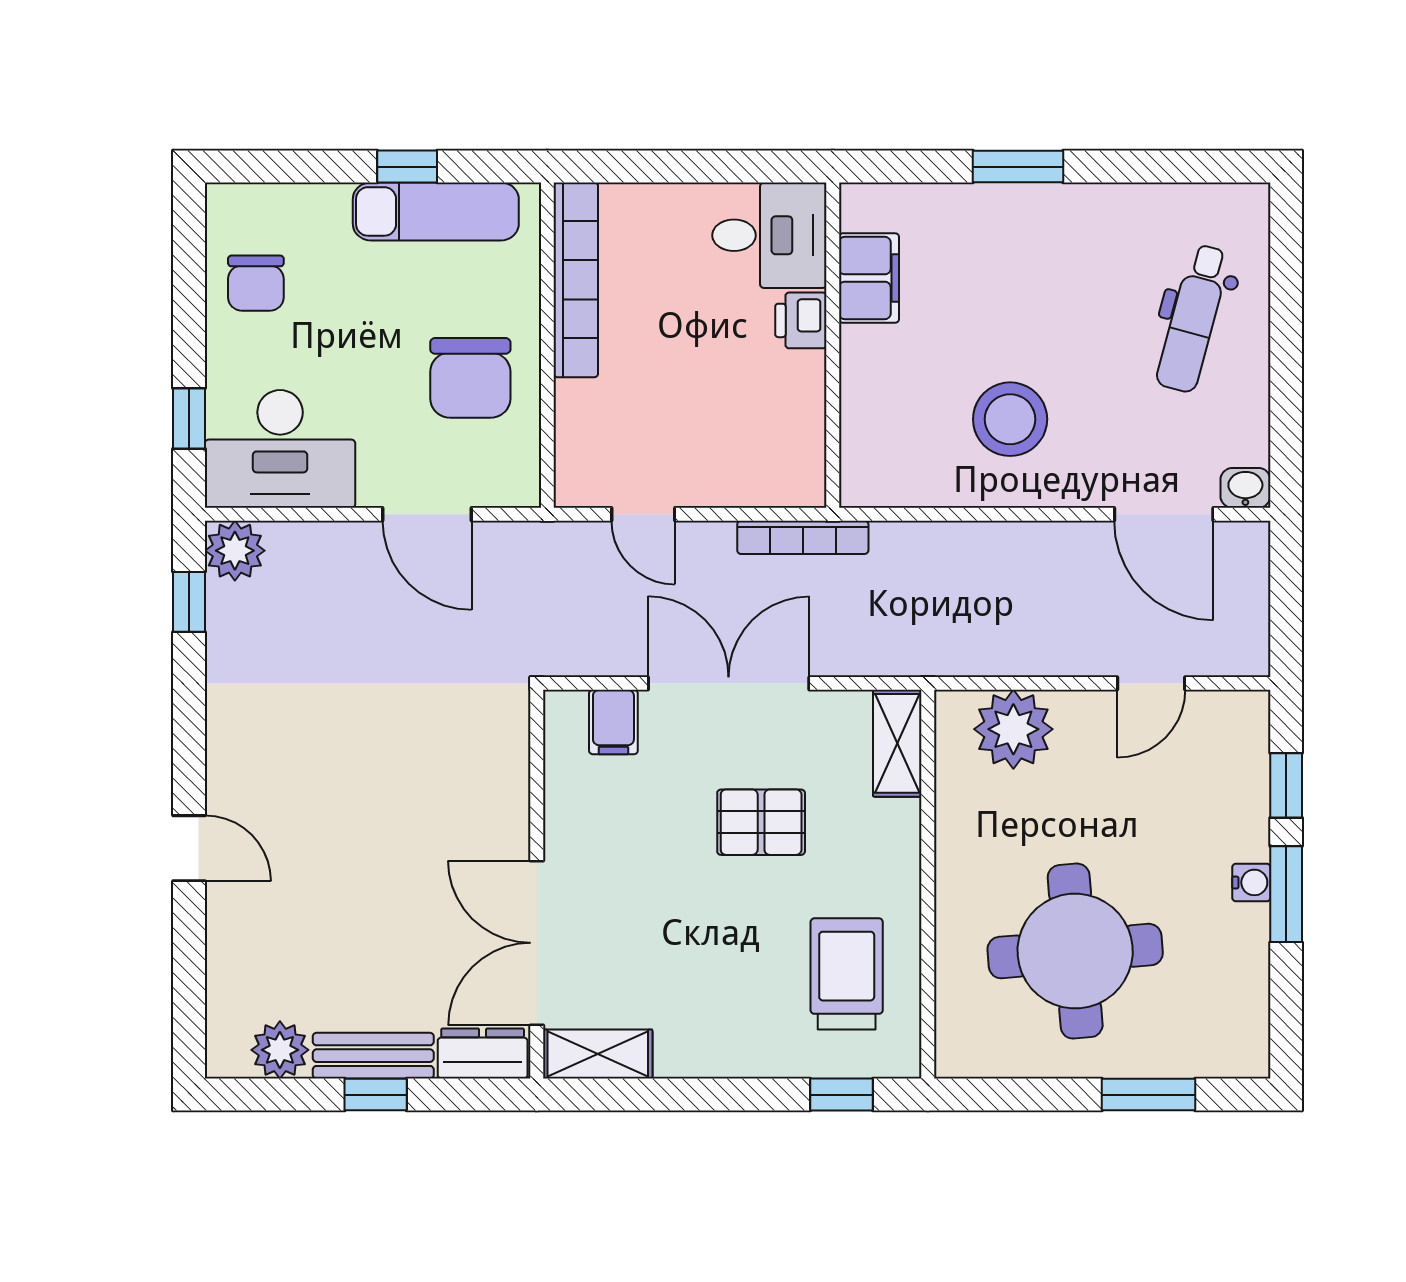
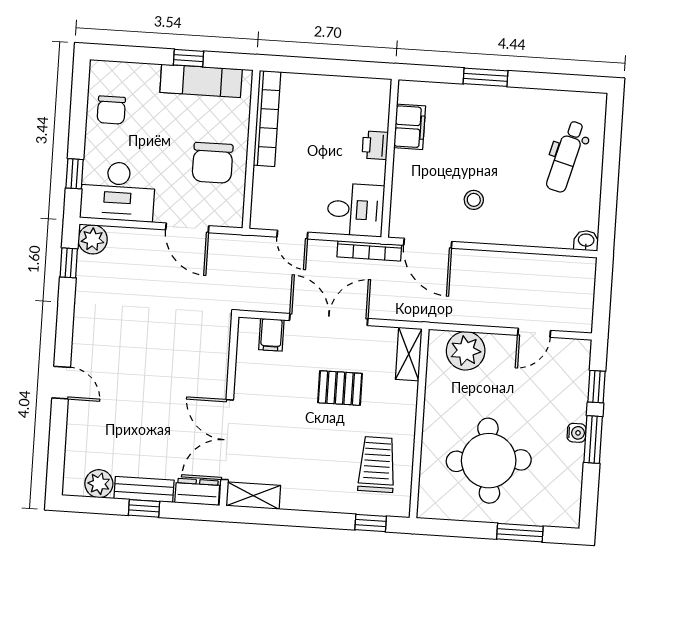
desk: (769, 235) -> (356, 210), moved
stool: (1010, 419) -> (474, 200), width x0.53, depth x0.53
door: (1164, 514) -> (428, 243), moved

